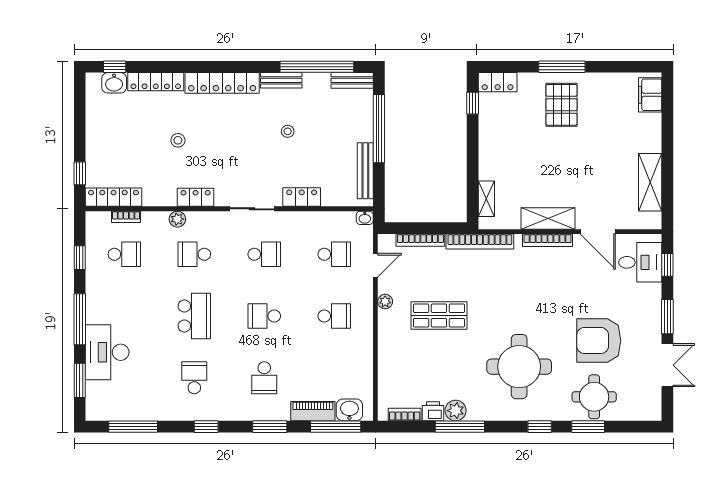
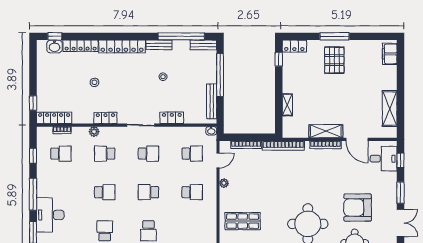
shelving: (486, 199) -> (287, 105), moved
shop shelf: (439, 315) -> (243, 221), moved
school desk: (194, 316) -> (105, 192), width x0.54

